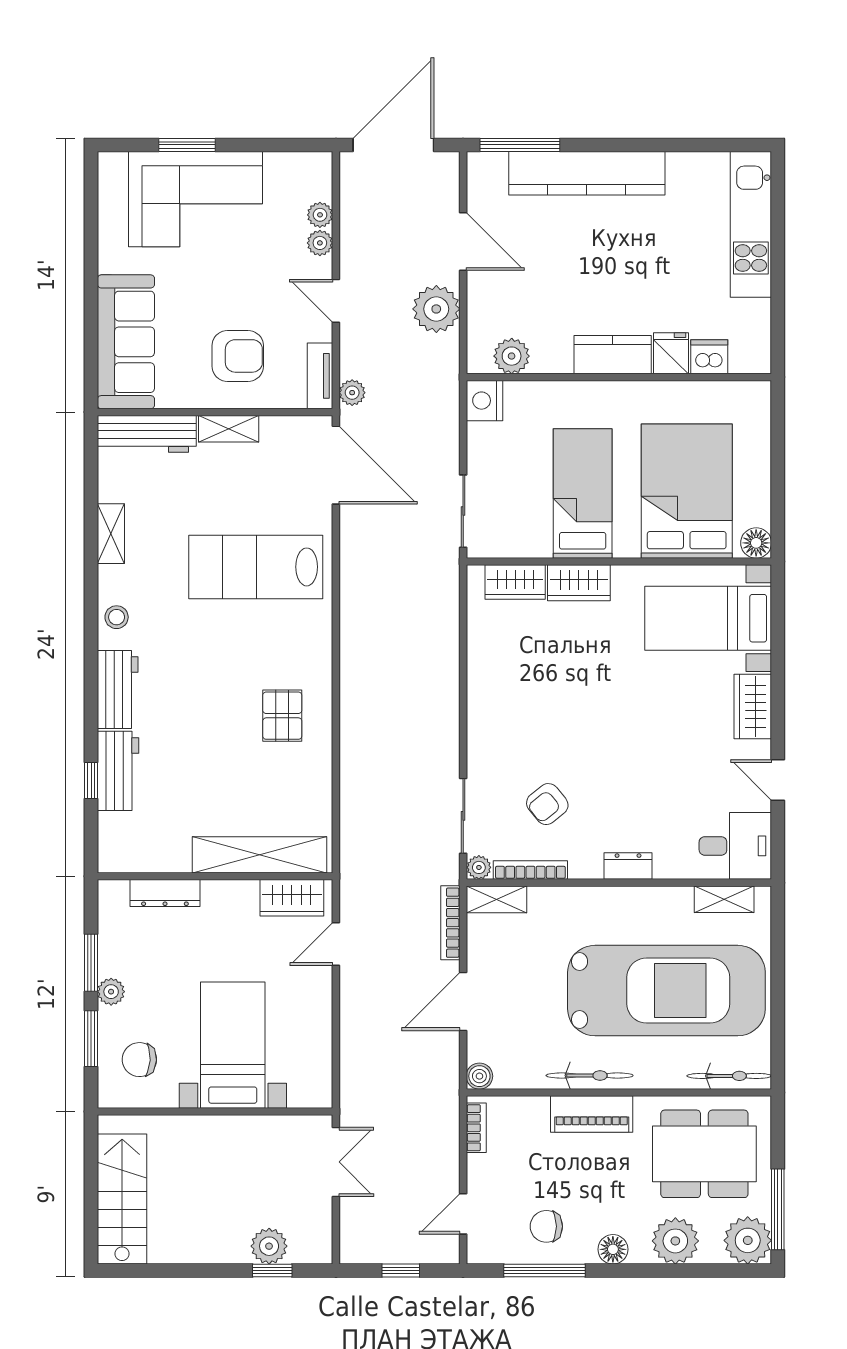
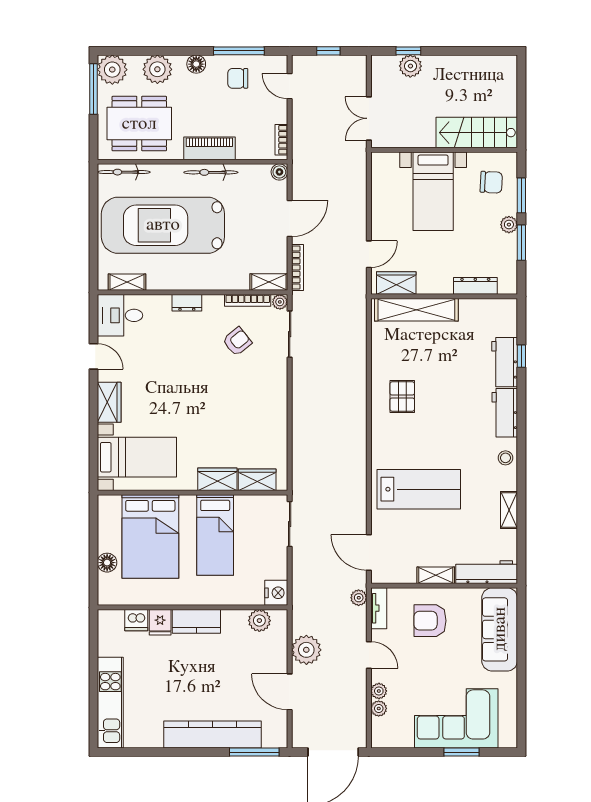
door: (336, 465) -> (369, 553), width x0.73
floor lamp: (756, 543) -> (107, 563), moved
stairs: (122, 1199) -> (477, 133), moved, turned 90
door: (463, 1214) -> (290, 86), swing flipped
chair: (546, 1226) -> (238, 78), turned 180

